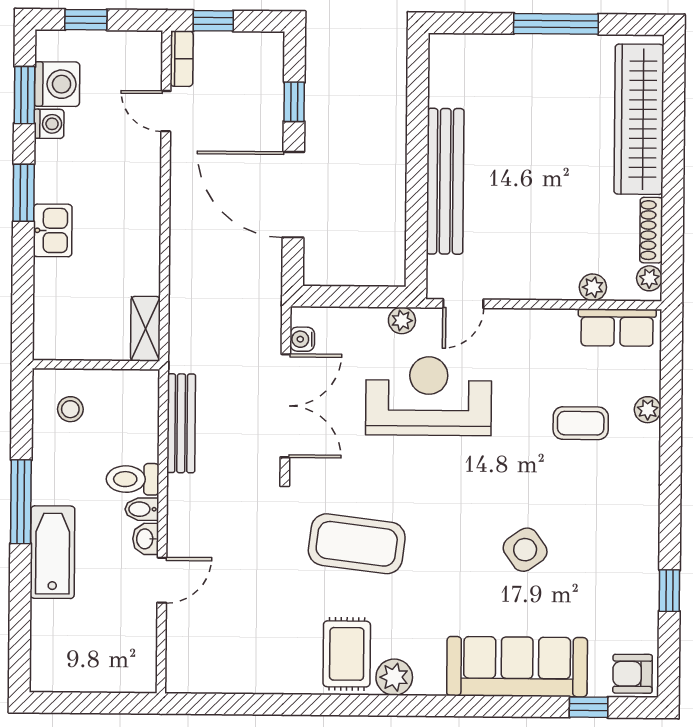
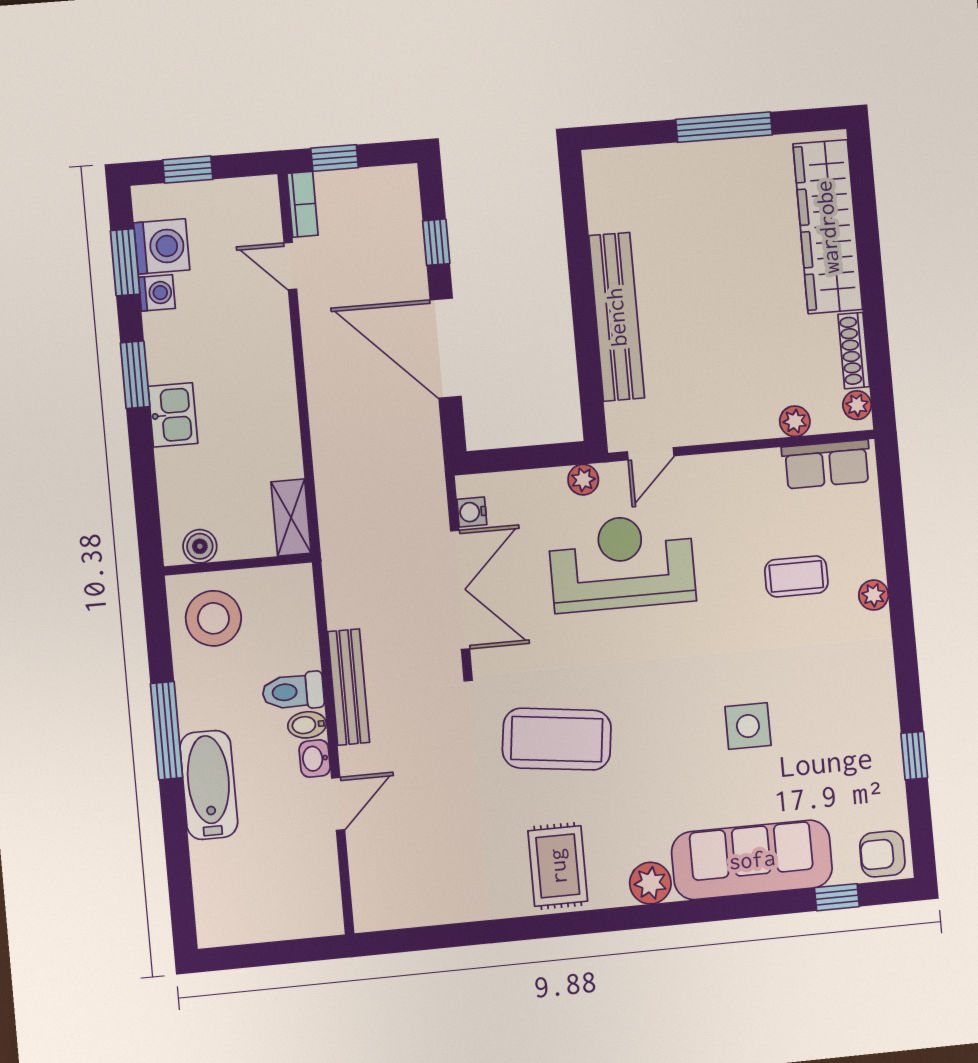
boiler: (65, 346) -> (200, 546), added
stool: (70, 409) -> (213, 618), width x1.89, depth x1.89
plant: (648, 410) -> (874, 595), moved
bench: (181, 423) -> (349, 687), moved
side table: (525, 550) -> (748, 726), turned 35
plant: (394, 677) -> (650, 883), moved

